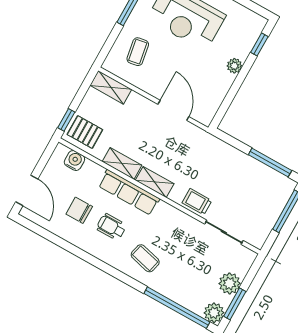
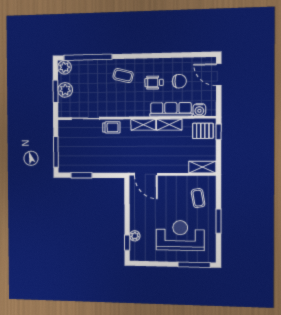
plant: (234, 66) -> (135, 236), moved
door: (173, 110) -> (146, 174), moved
window: (270, 163) -> (82, 175), width x0.69
row of seats: (129, 192) -> (171, 109), moved
wheelchair: (111, 227) -> (154, 82), turned 180
window: (235, 304) -> (55, 91), moved

